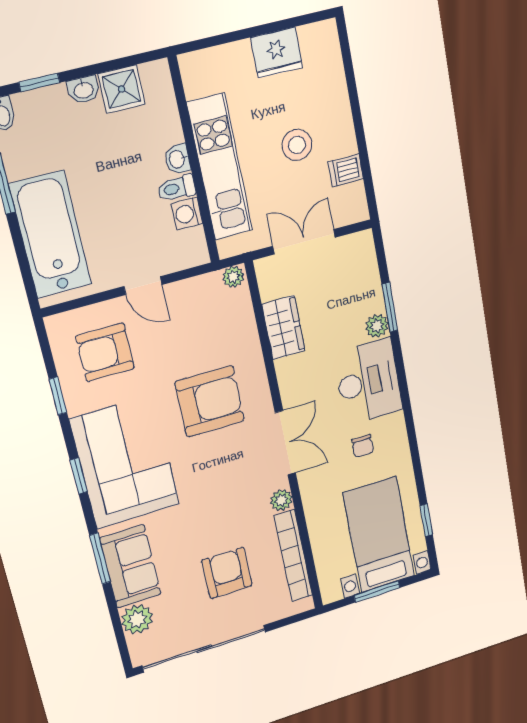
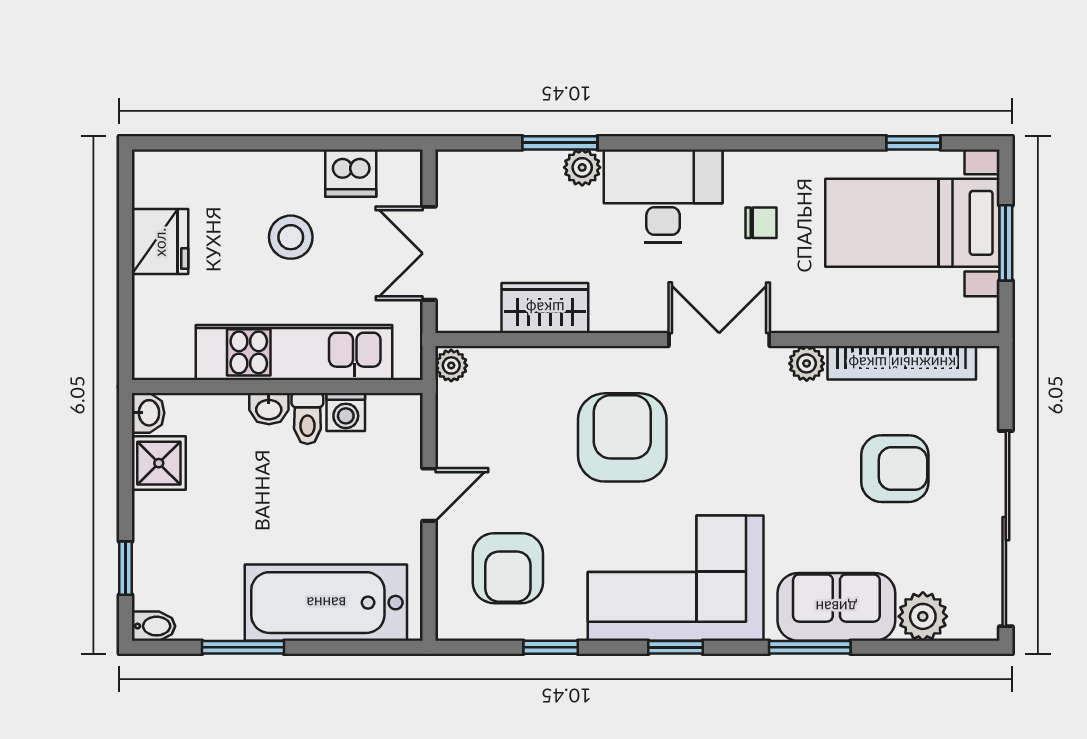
washbasin: (83, 90) -> (148, 413), moved
dishwasher: (346, 170) -> (351, 173), width x1.38
armchair: (227, 573) -> (895, 469), turned 180

